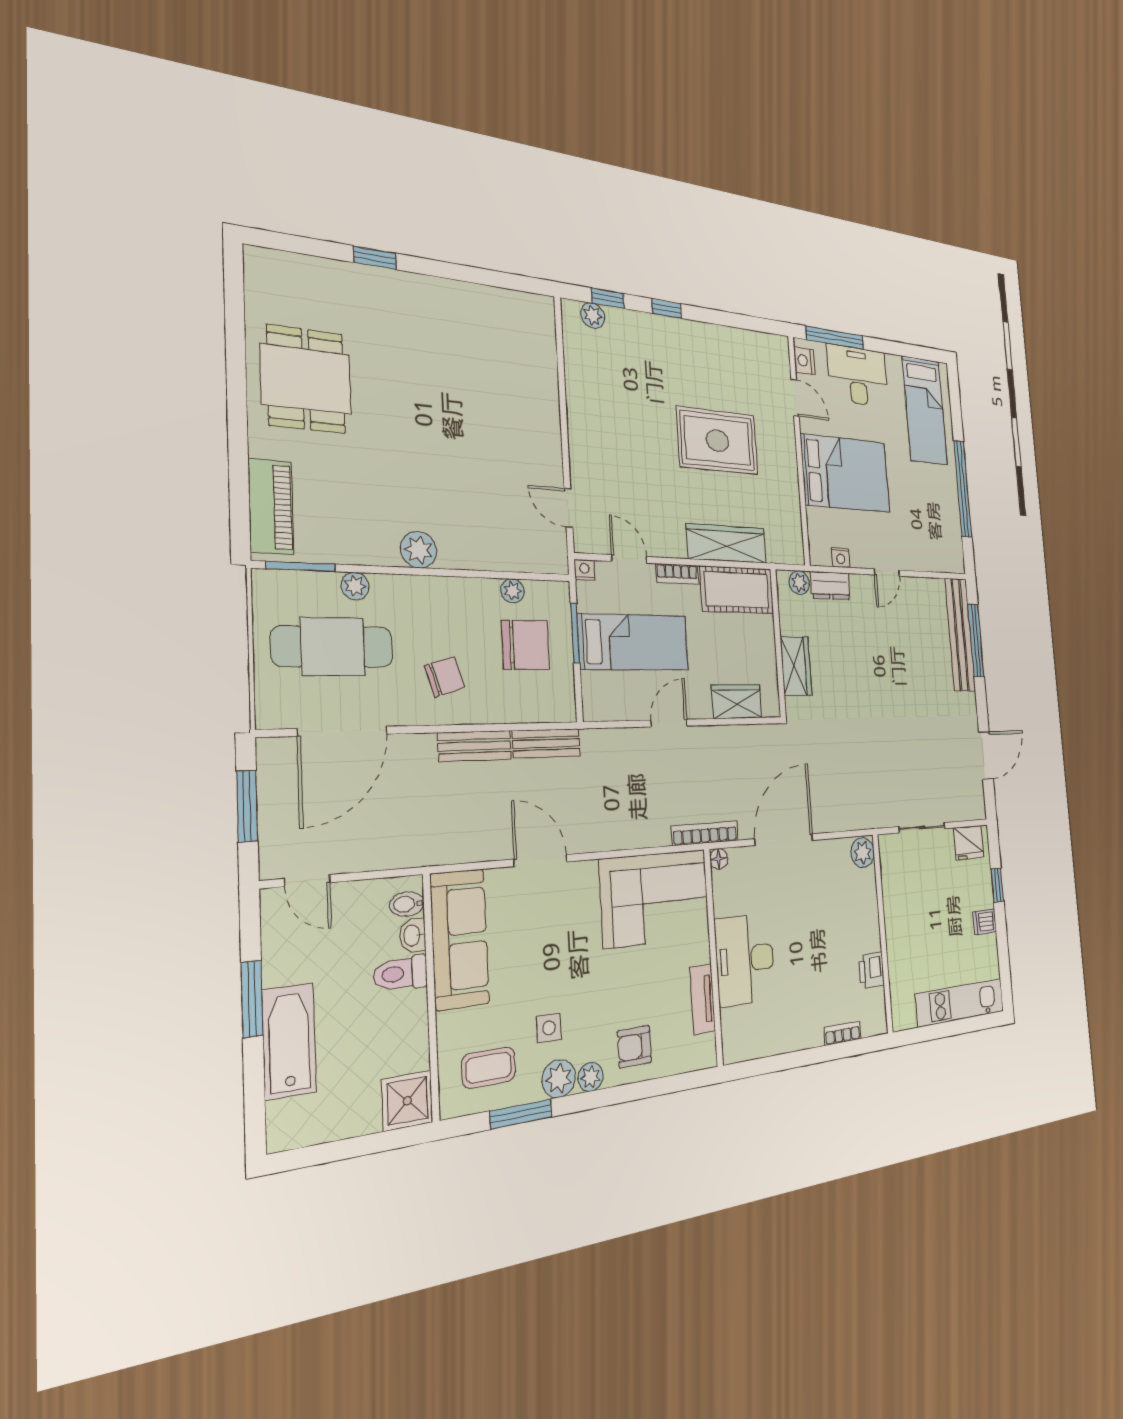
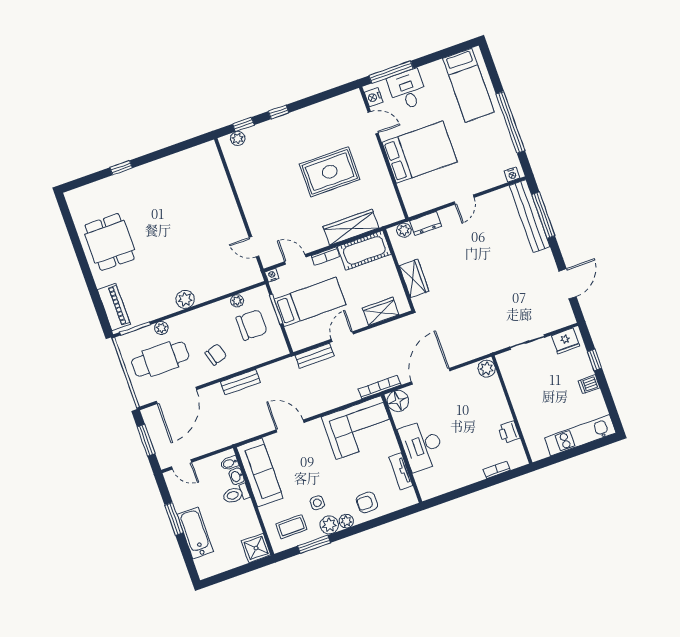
desk: (858, 376) -> (407, 90), width x0.73
nightstand: (841, 557) -> (512, 174), moved
bench: (546, 743) -> (315, 356), moved
floor lamp: (719, 859) -> (398, 401), width x1.89, depth x1.89

